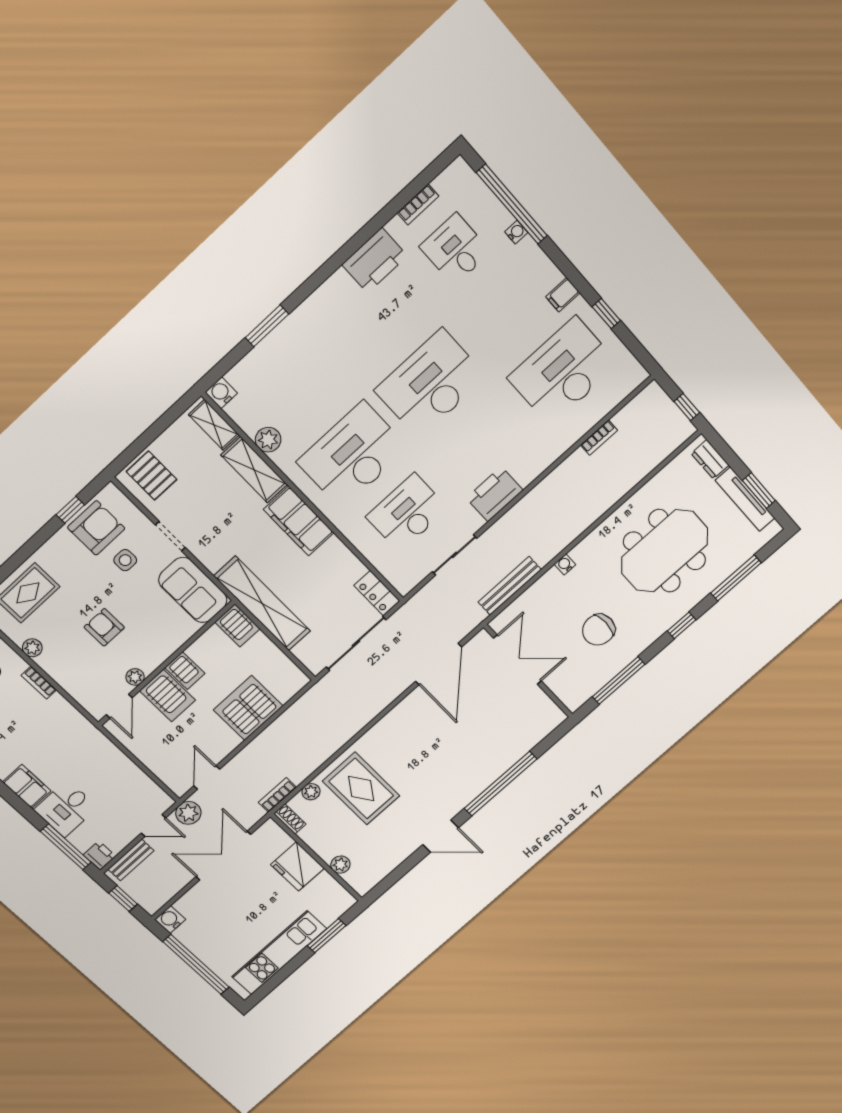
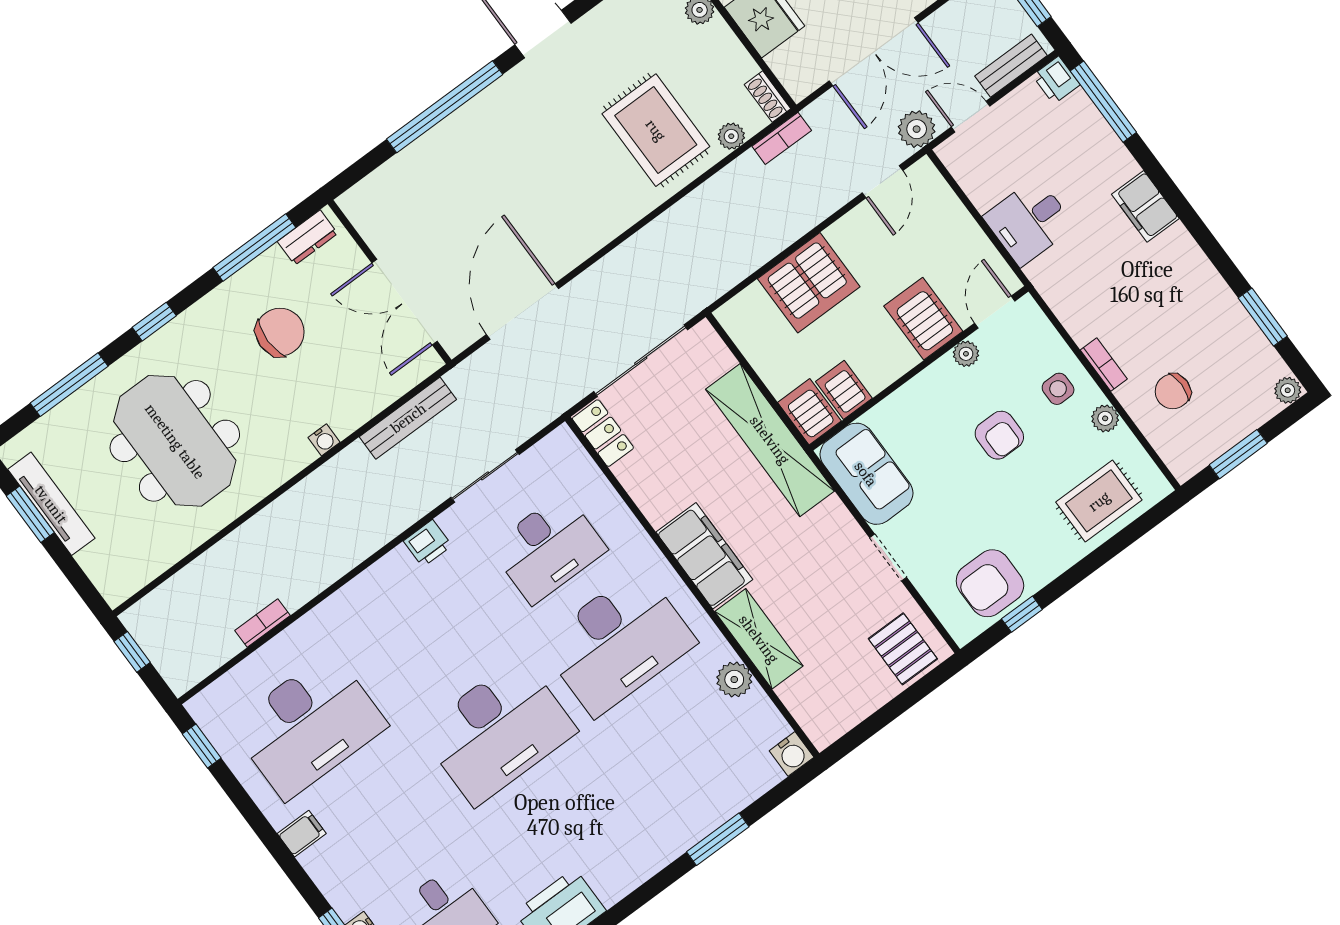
window: (606, 314) -> (202, 746), moved
shelving: (214, 425) -> (807, 710), removed
dresser: (710, 459) -> (308, 237), moved, turned 90
printer: (495, 494) -> (428, 543), width x0.53, depth x0.68
meeting table: (665, 551) -> (175, 441), turned 90
side table: (125, 560) -> (1058, 389), moved
server rack: (185, 671) -> (844, 390), moved
desk: (66, 809) -> (1029, 222), moved, turned 180

